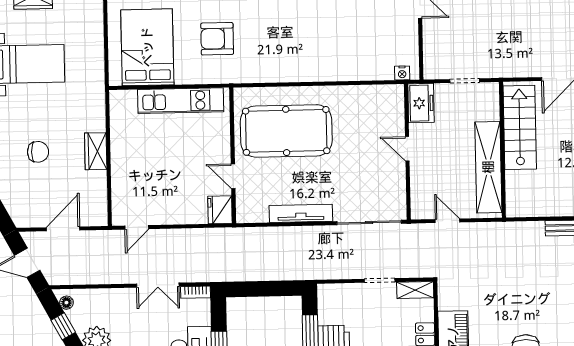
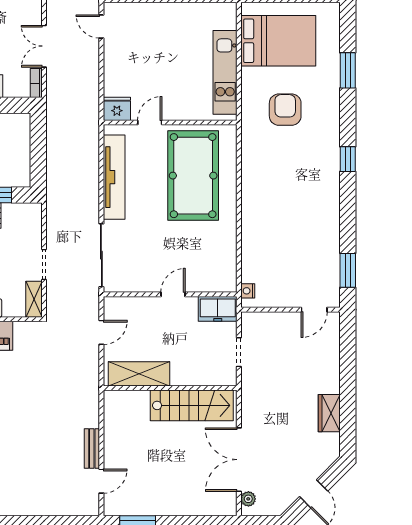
shelving: (488, 167) -> (139, 374), width x0.68
tv unit: (301, 213) -> (114, 177), width x1.36, depth x1.29

